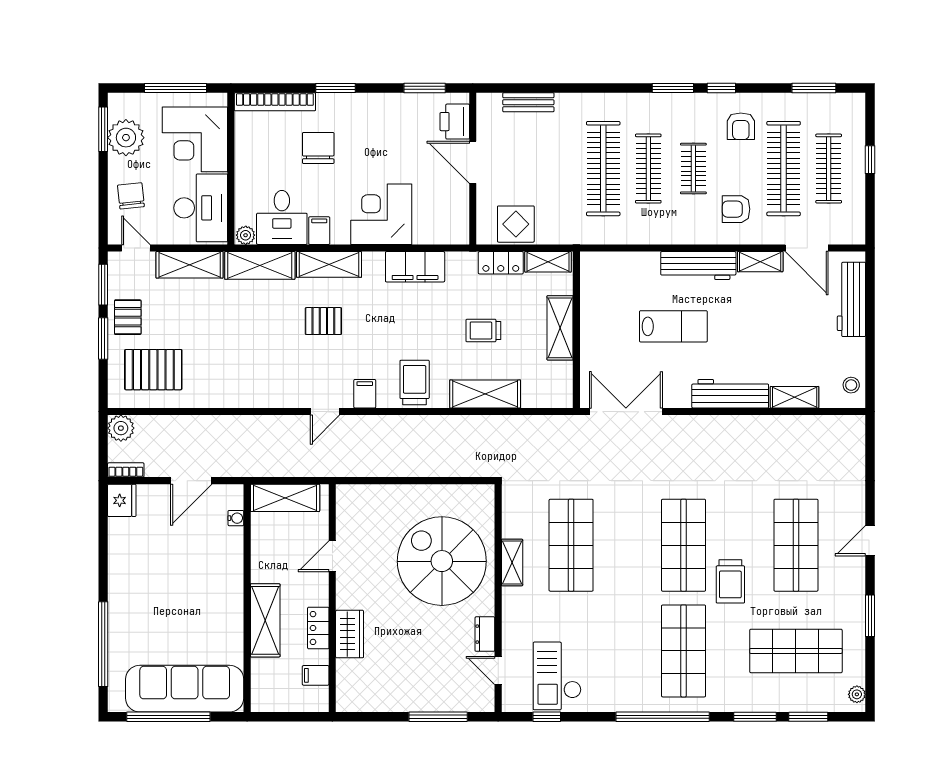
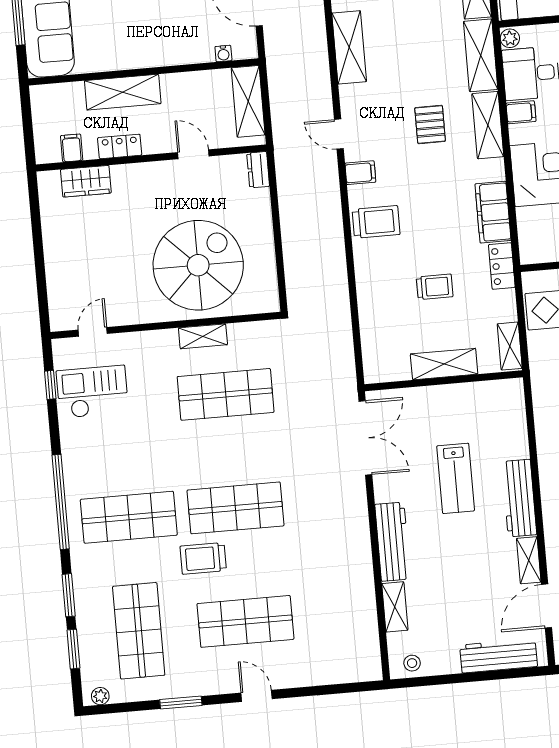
locker: (501, 263) -> (502, 266), moved
trolley: (483, 331) -> (435, 287), turned 90
shelving: (485, 394) -> (349, 47), moved
wardrobe: (350, 634) -> (86, 181), moved
dresser: (485, 634) -> (258, 170), moved, turned -90
window: (438, 717) -> (41, 275), removed

